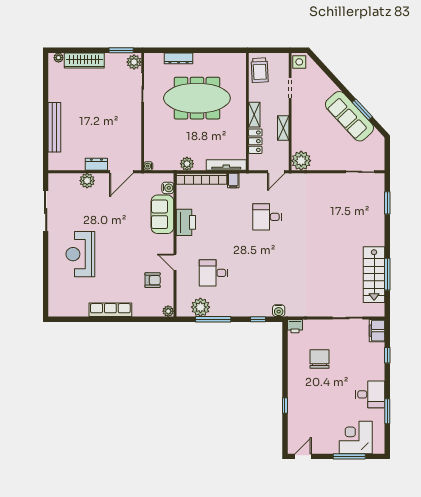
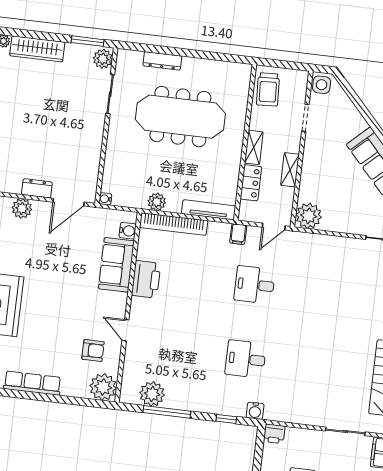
filing cabinet: (233, 181) -> (238, 234), moved
desk: (214, 273) -> (246, 359), moved
plant: (168, 311) -> (103, 387), width x1.87, depth x1.87

